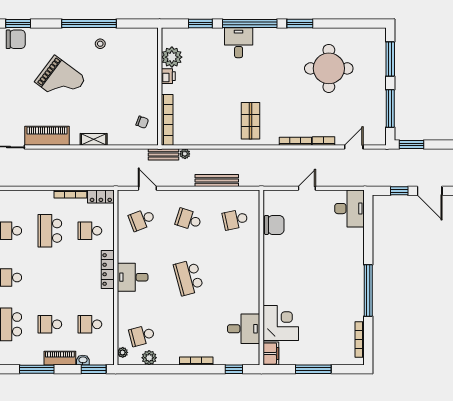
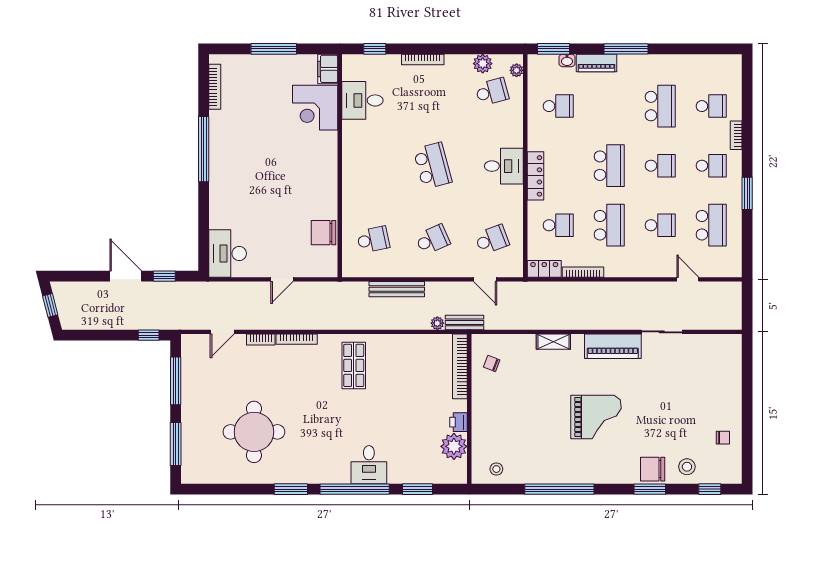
stool: (100, 44) -> (496, 469), moved
grand piano: (60, 80) -> (596, 417), turned 143
window: (412, 145) -> (149, 335), width x0.67
school desk: (189, 220) -> (433, 239), turned -42
school desk: (50, 324) -> (609, 166), moved, width x1.85

